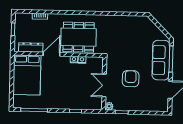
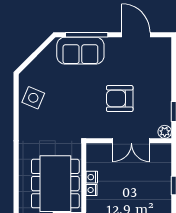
side table: (132, 25) -> (33, 98), added
sofa: (161, 60) -> (80, 51), width x0.73

